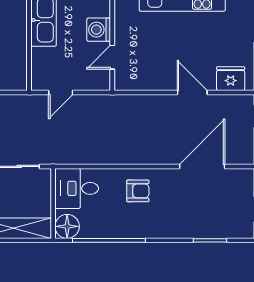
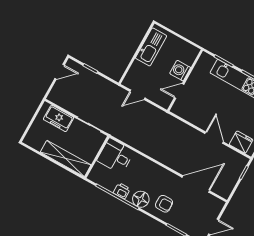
armchair: (138, 191) -> (164, 204), moved
floor lamp: (67, 226) -> (141, 199), moved
printer: (110, 229) -> (122, 191), added

